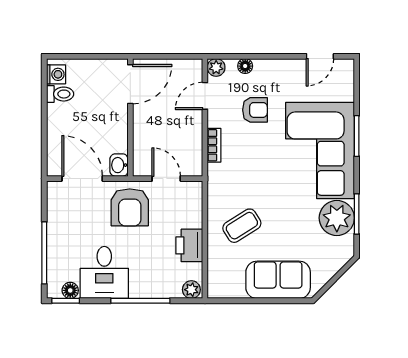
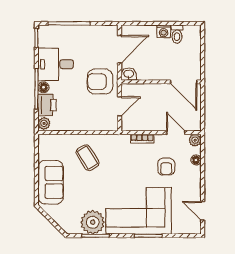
washing machine: (56, 74) -> (164, 31), moved
printer: (189, 245) -> (47, 105), moved, turned 90
floor lamp: (70, 290) -> (43, 87), moved

